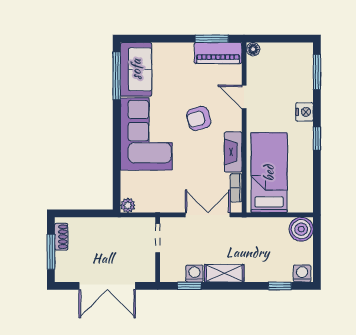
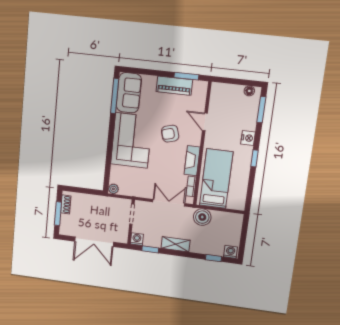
floor lamp: (253, 49) -> (249, 91), moved
piano: (218, 53) -> (174, 86), moved
boiler: (301, 229) -> (202, 217), moved
washing machine: (194, 274) -> (137, 239), moved

